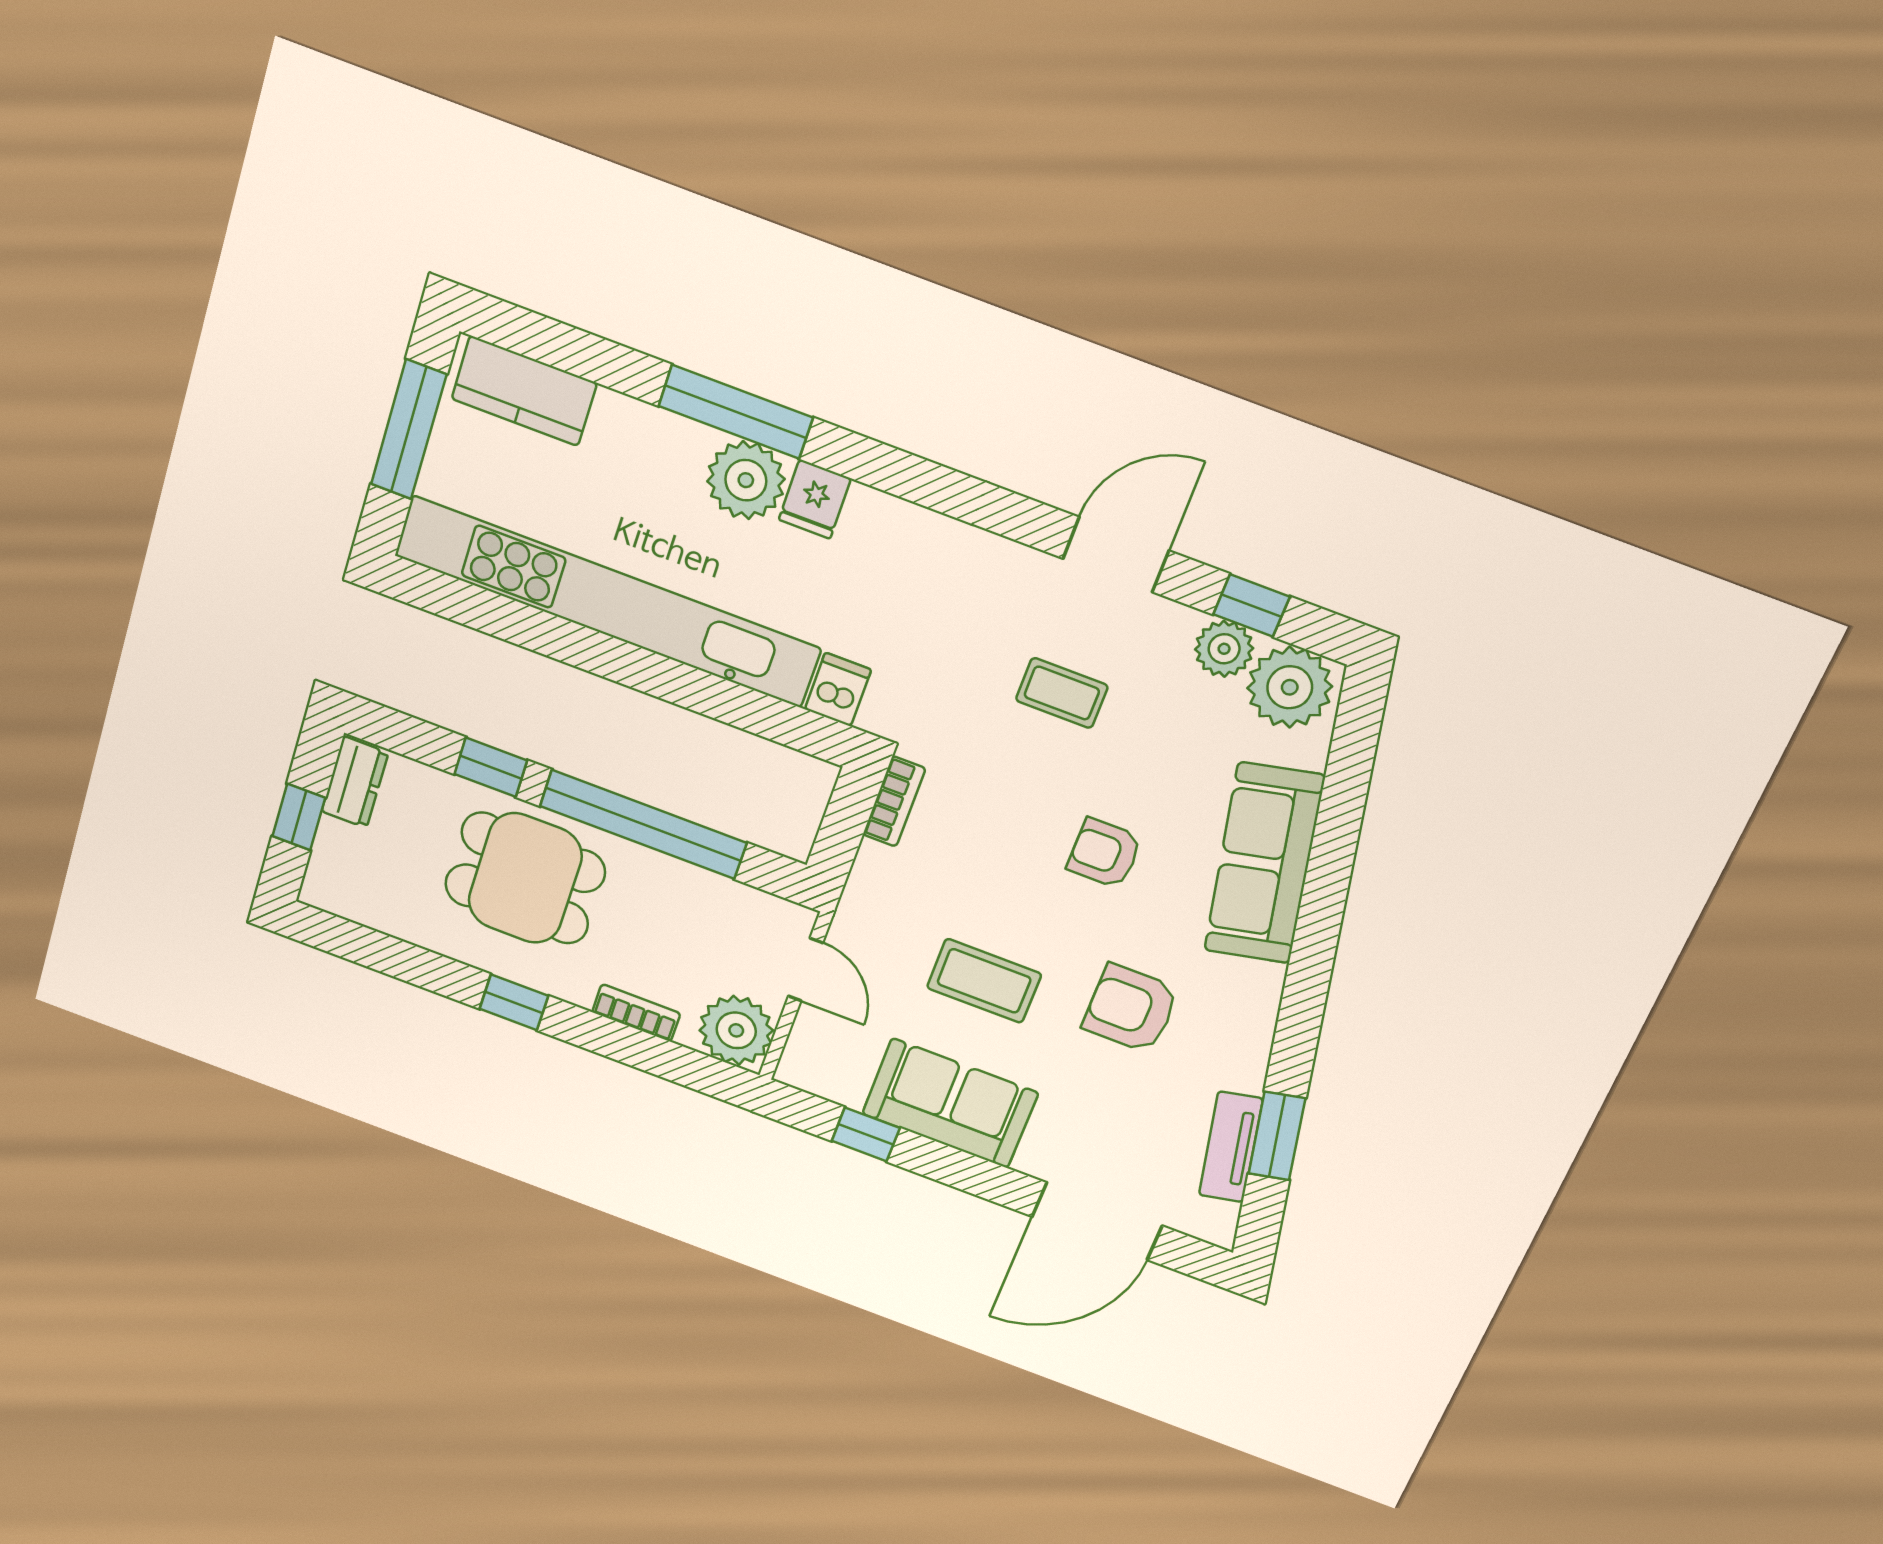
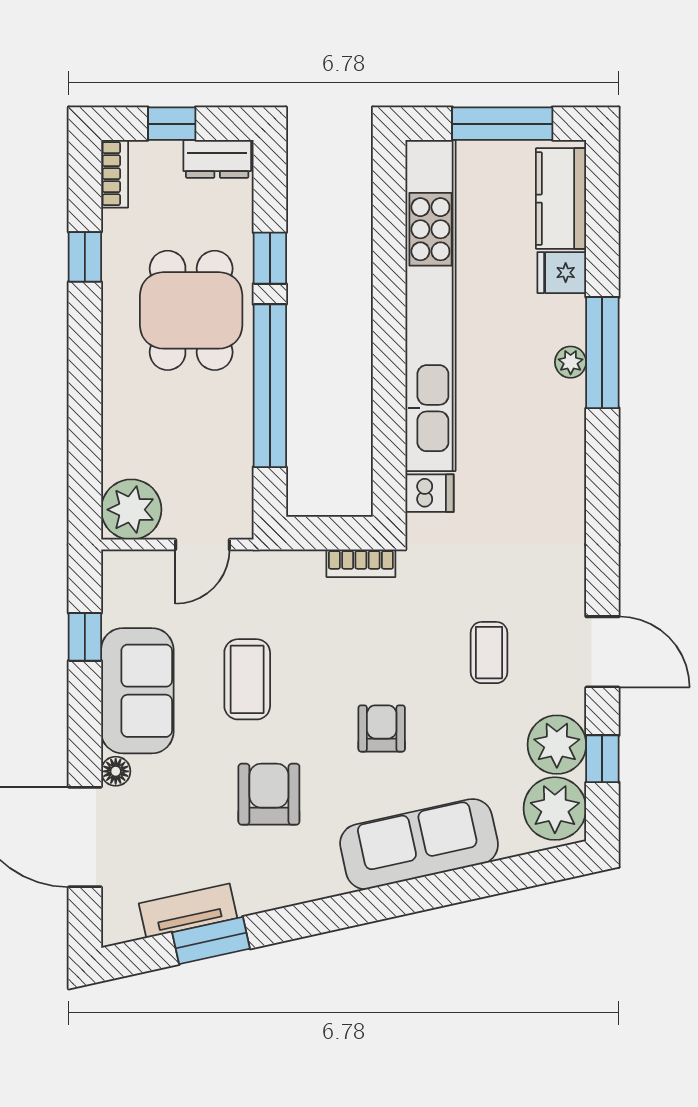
plant: (746, 480) -> (571, 362), width x0.53, depth x0.53
fridge: (815, 499) -> (562, 273), moved
plant: (1224, 649) -> (557, 745), width x1.36, depth x1.36
window: (514, 1002) -> (85, 257), moved
bookcase: (636, 1013) -> (115, 174), moved
floor lamp: (1034, 1161) -> (116, 771), added

